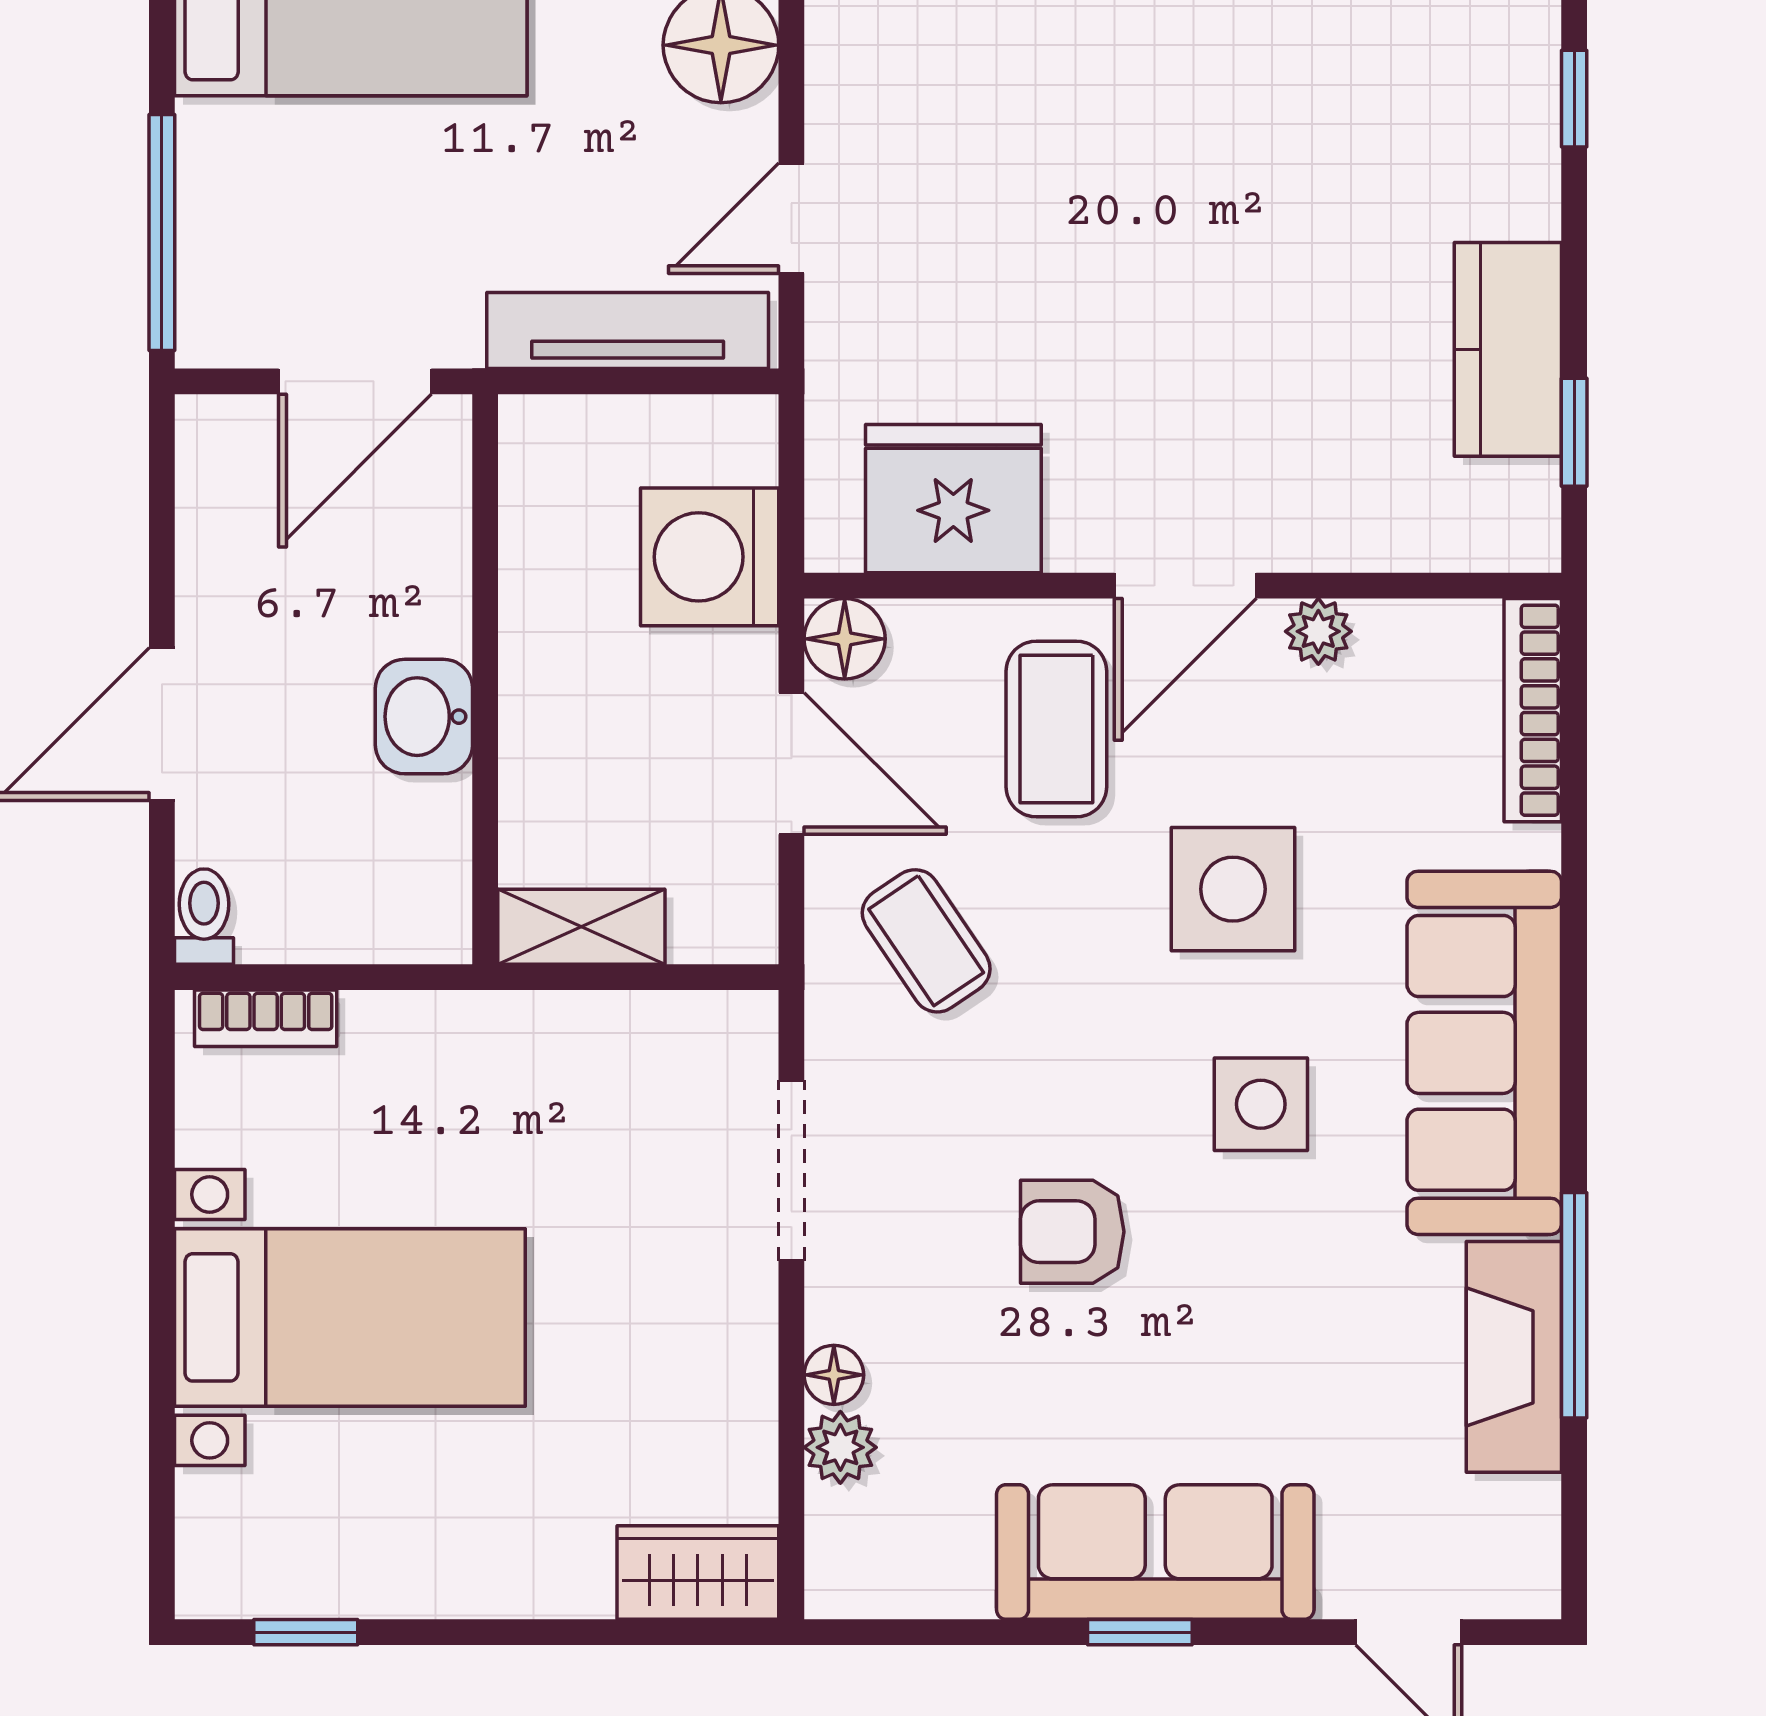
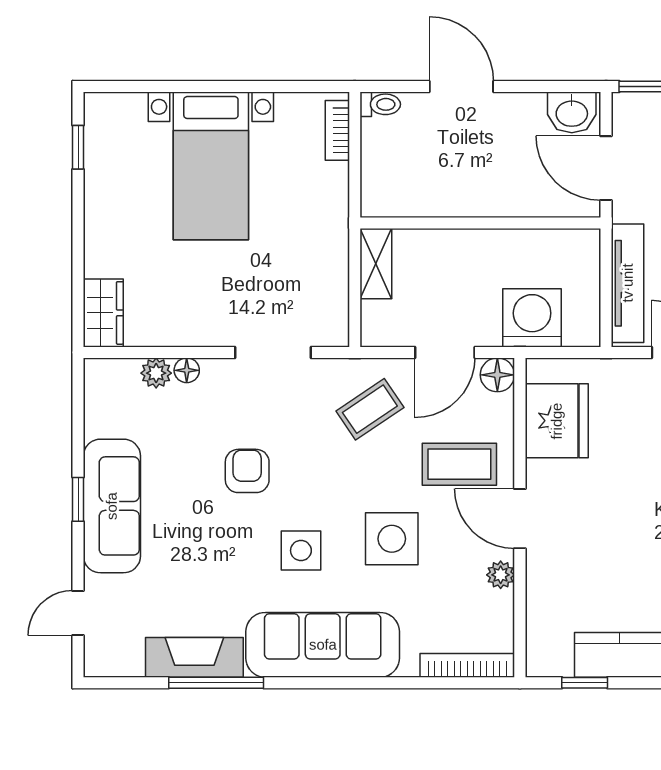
washbasin: (424, 717) -> (572, 112), moved, turned 180

